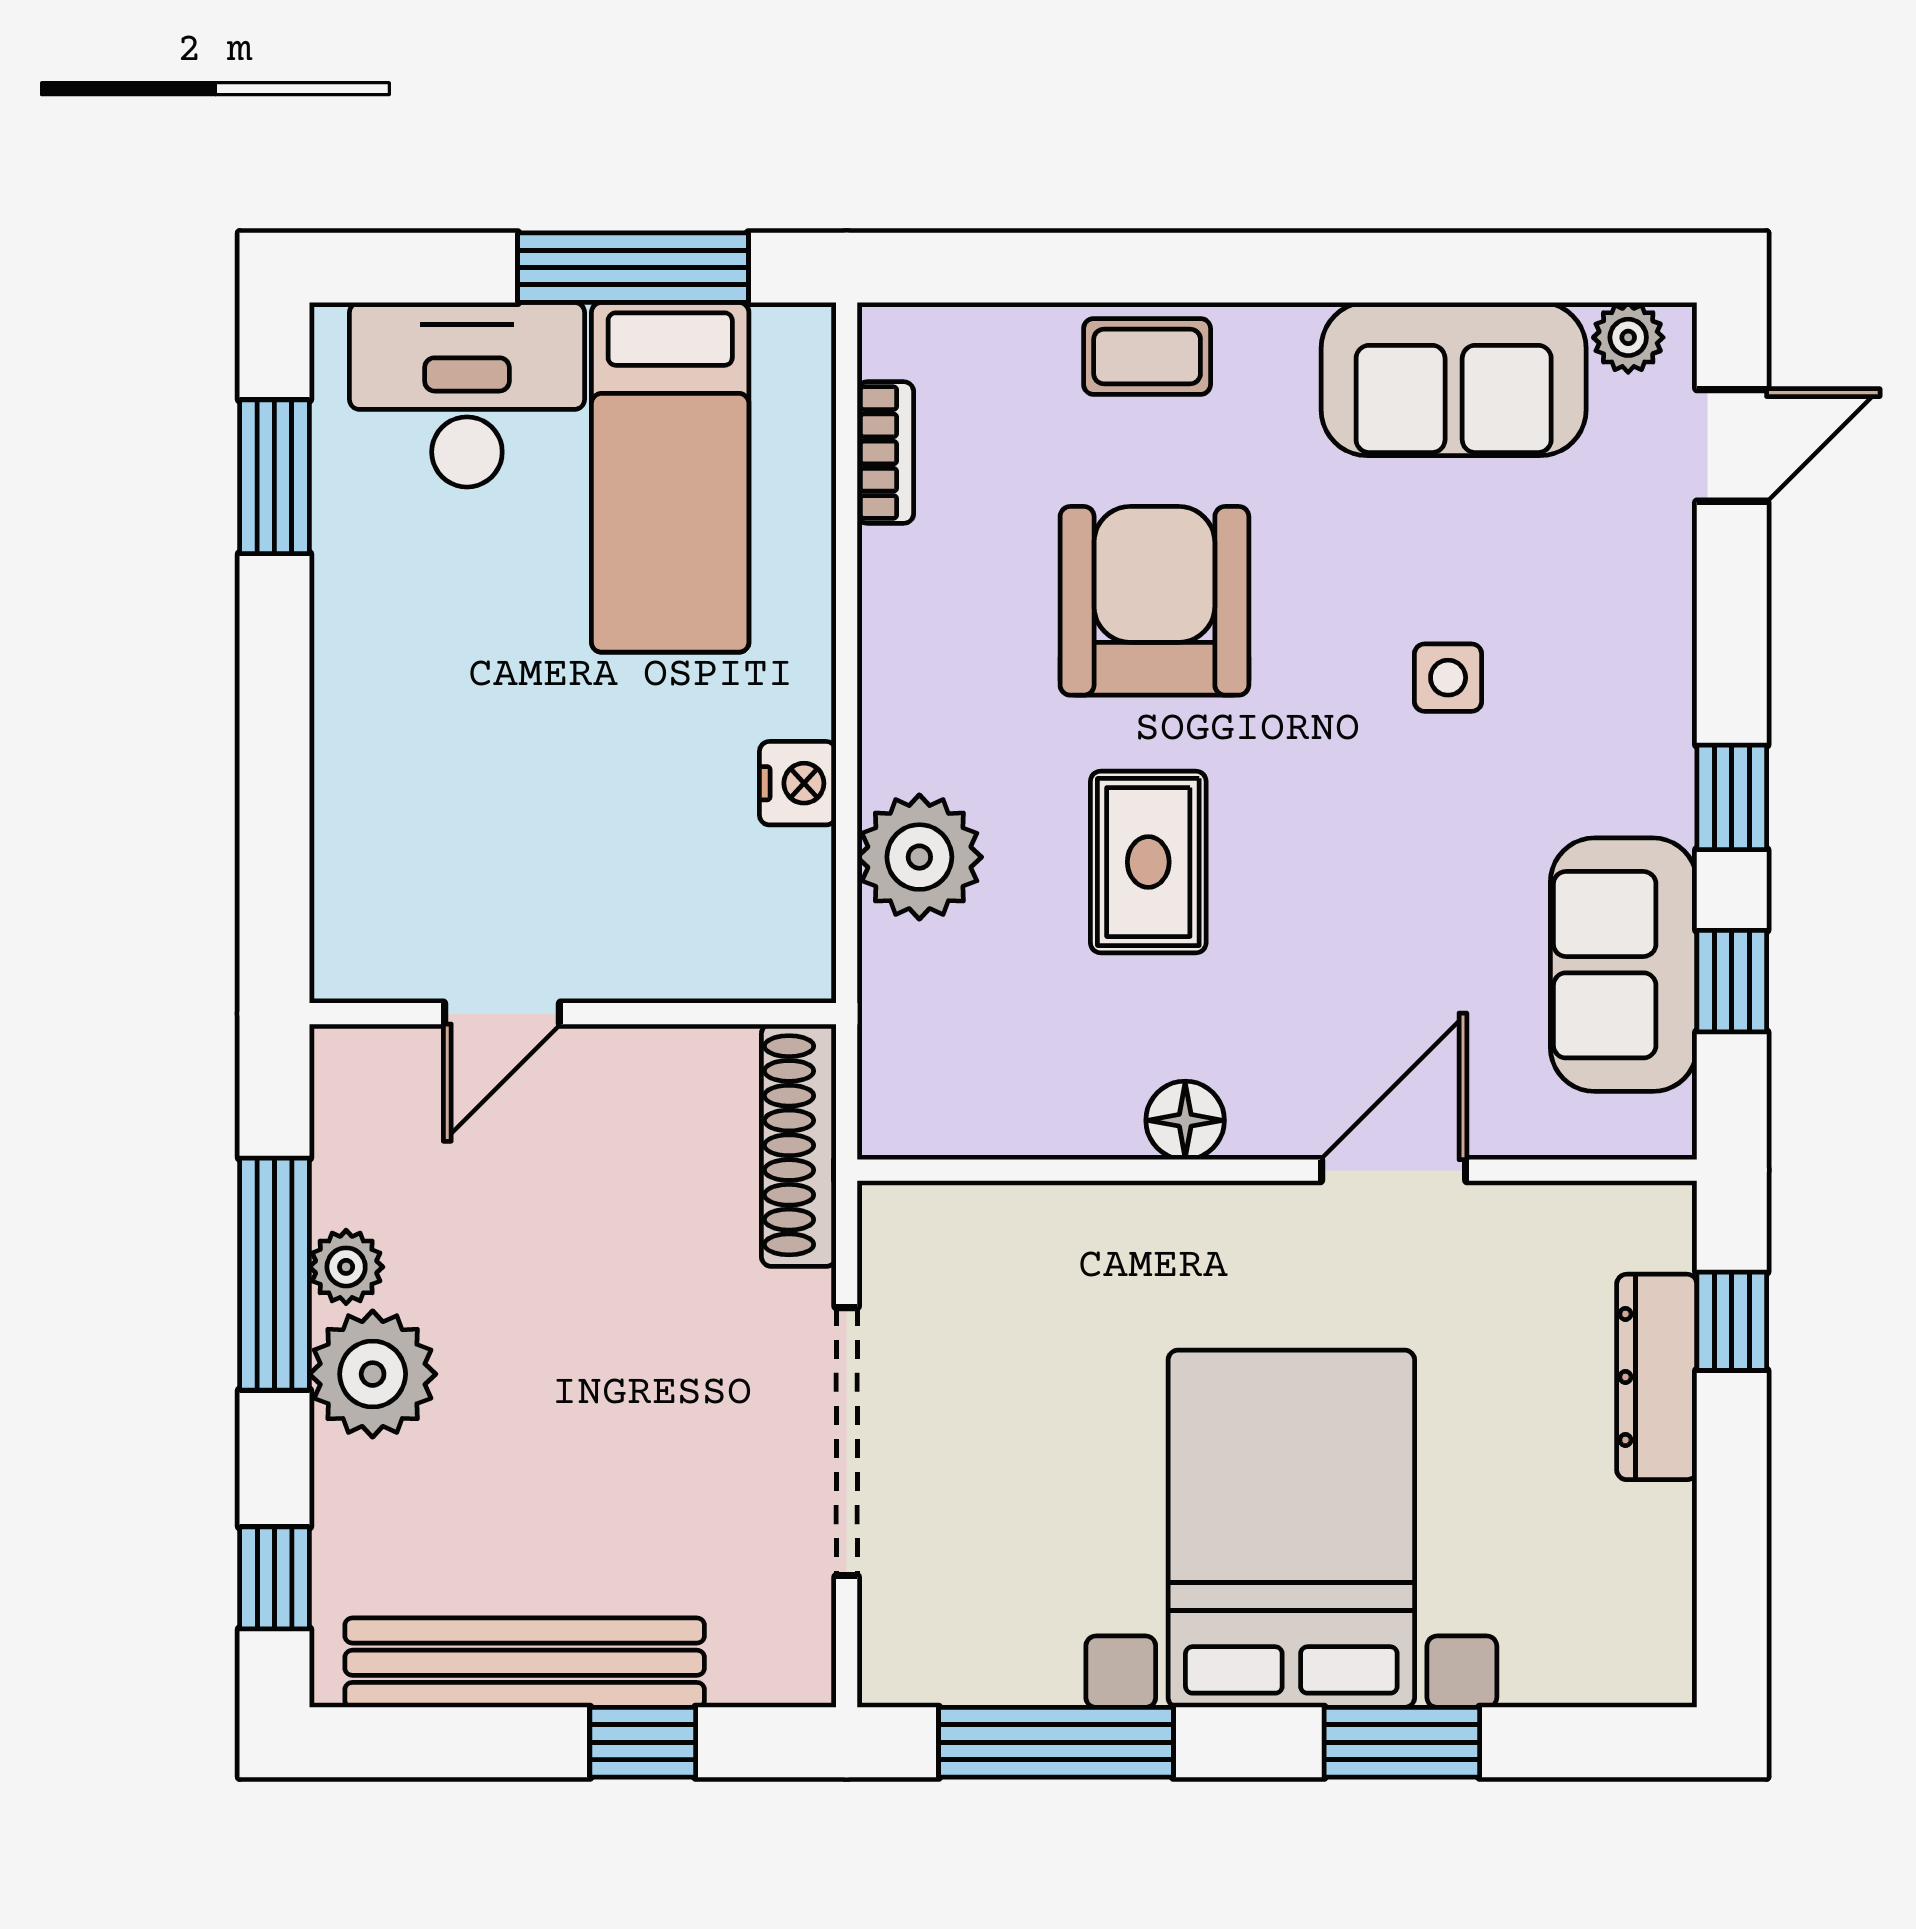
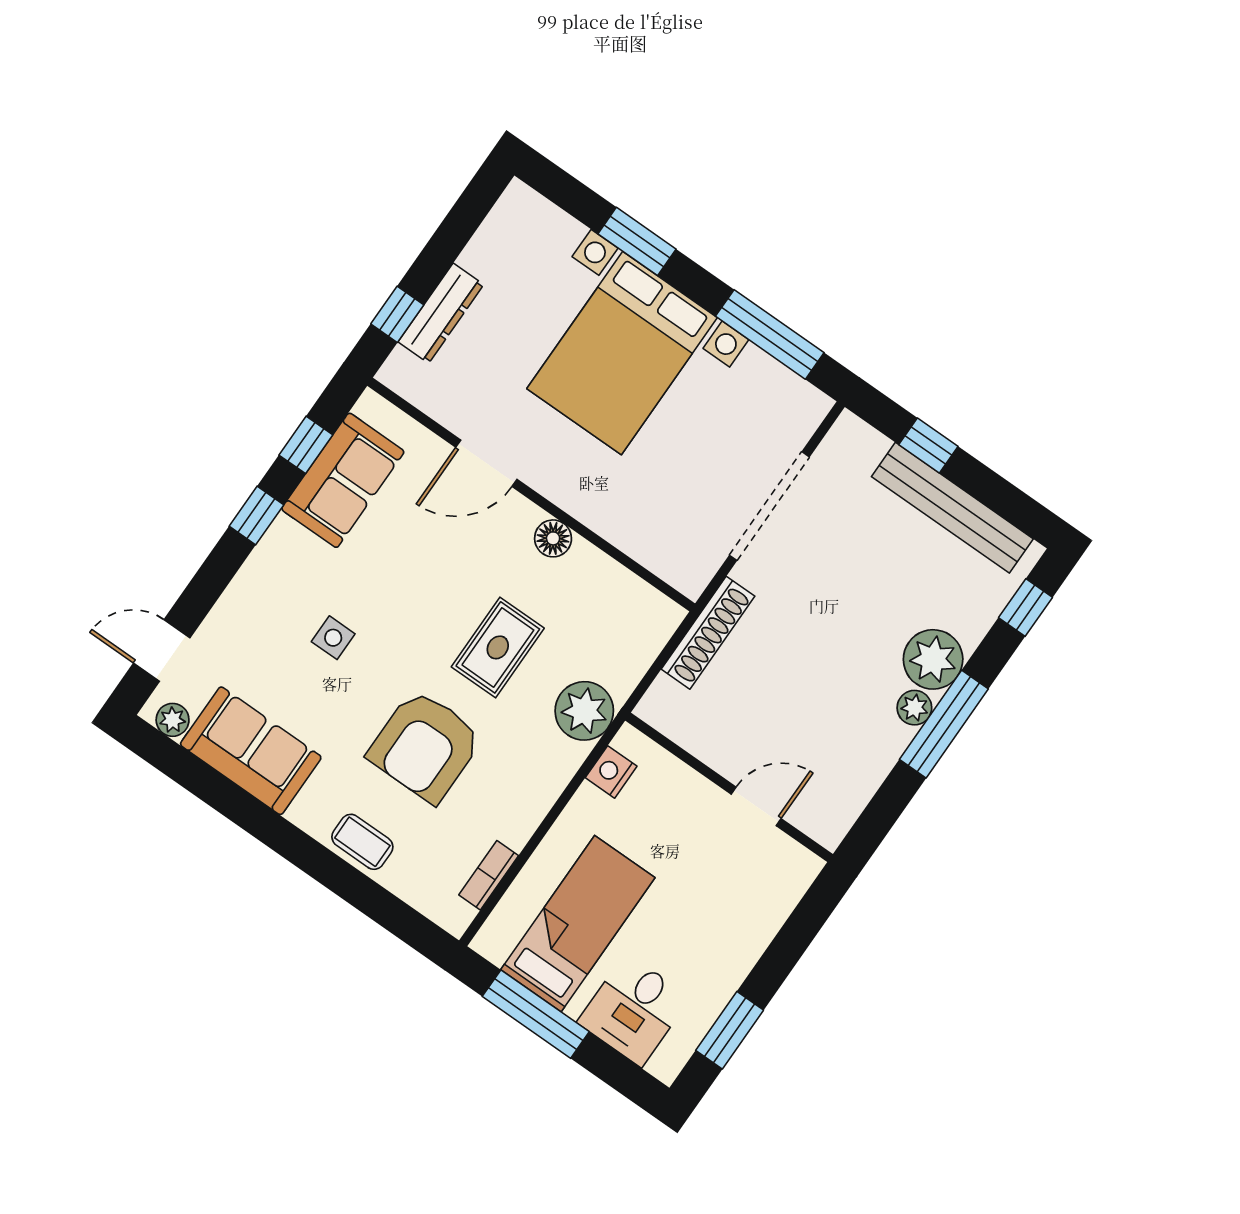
desk: (467, 395) -> (634, 1010), width x0.73
door: (502, 1014) -> (756, 806), moved
wall: (573, 1014) -> (729, 787), moved

